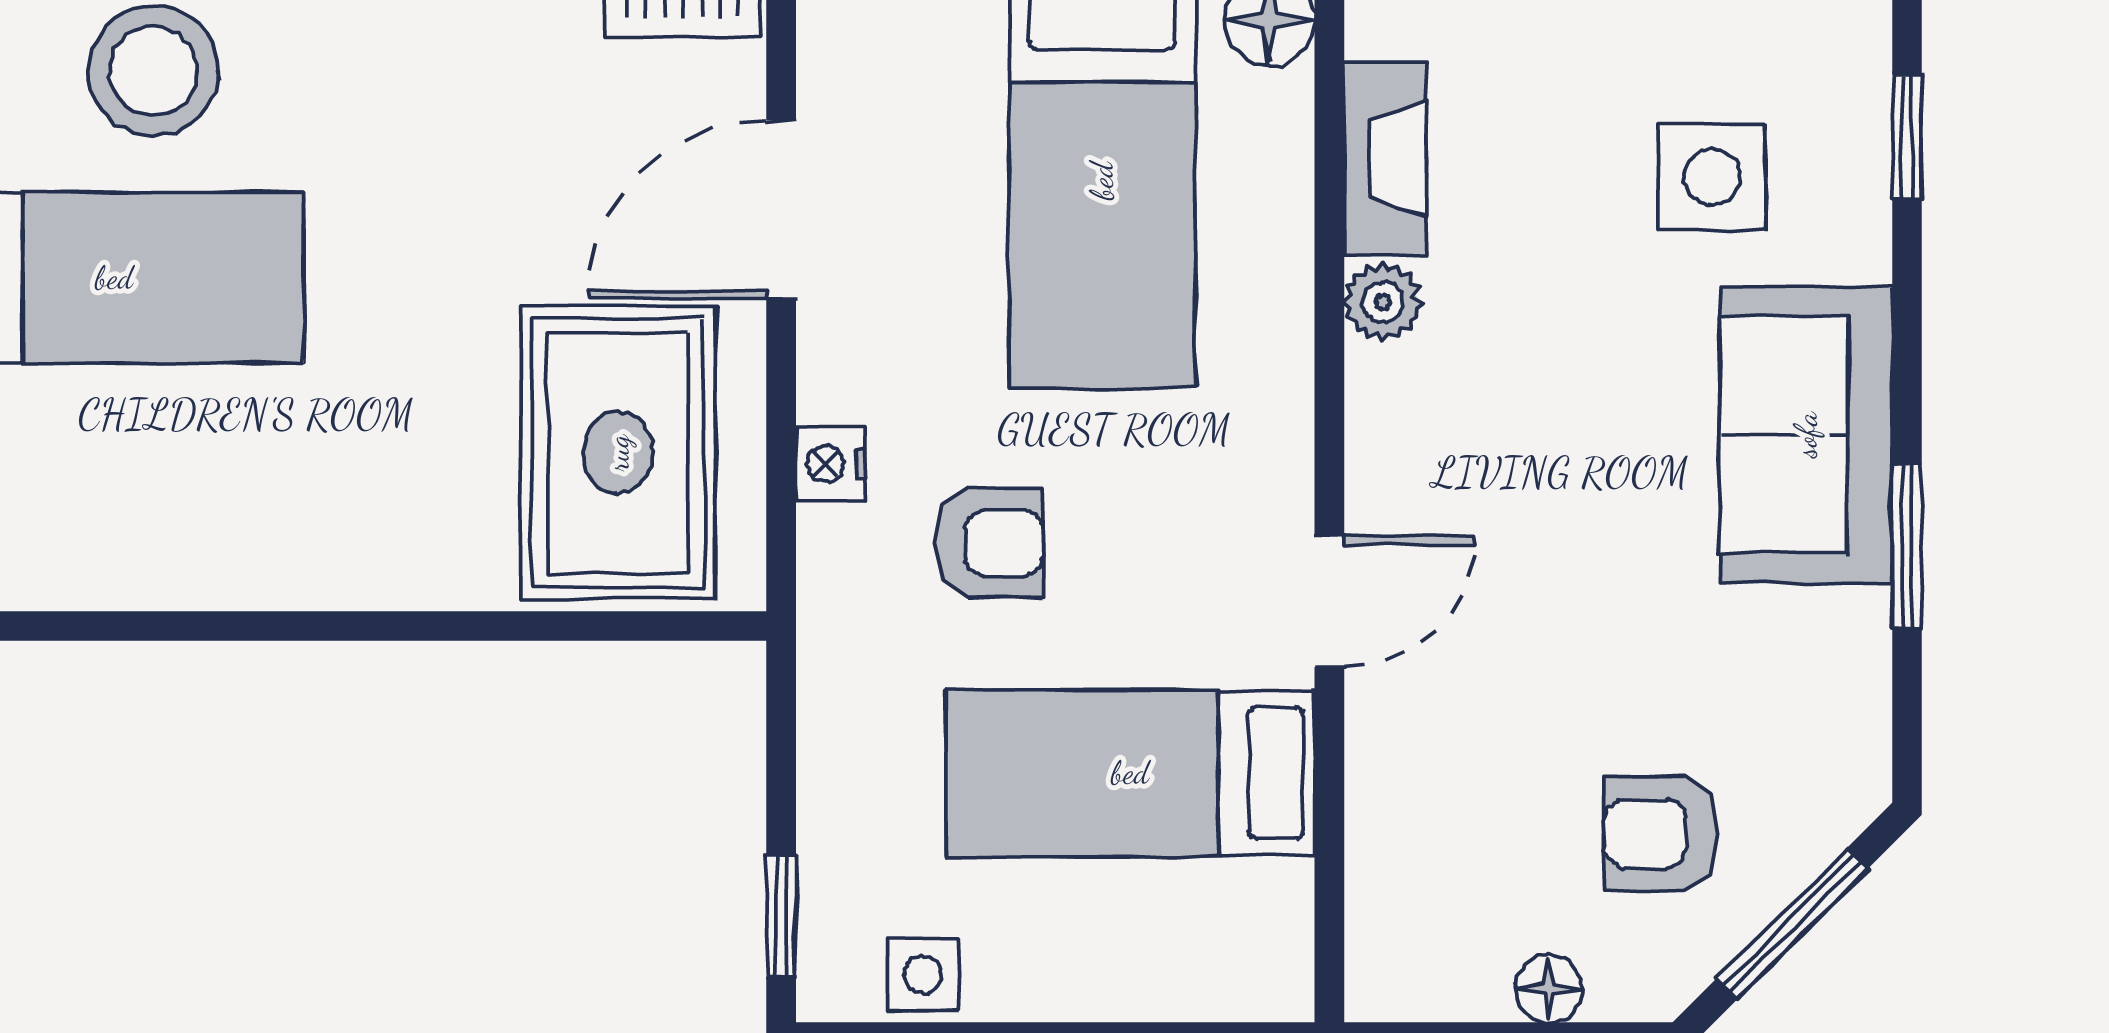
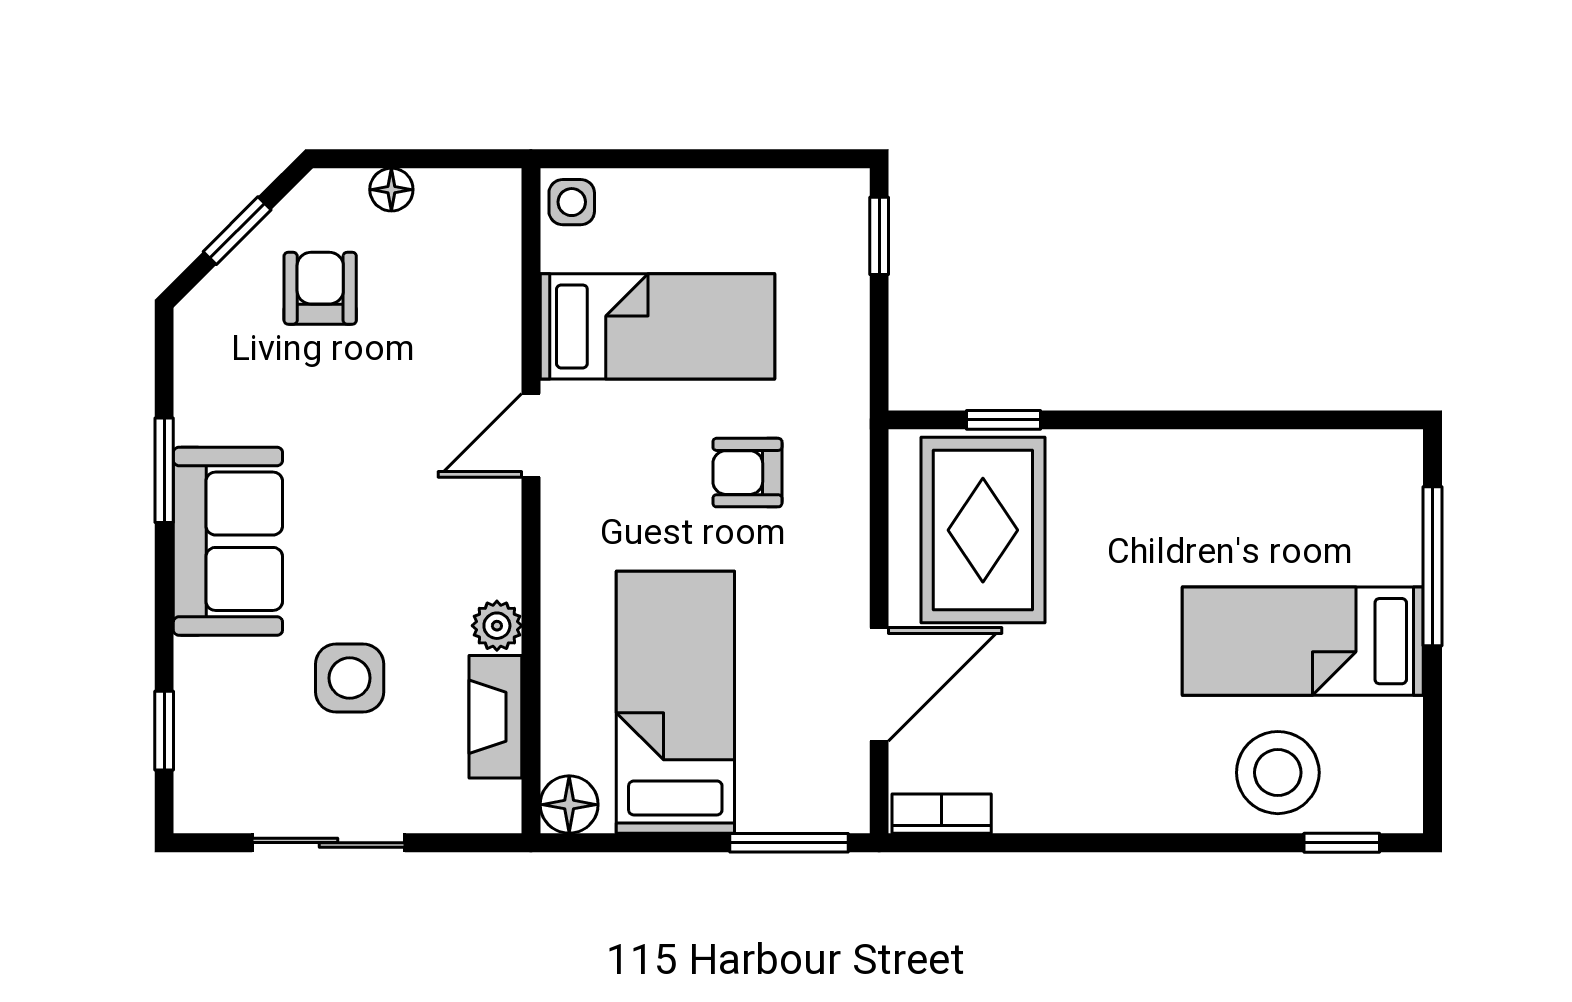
side table: (1712, 177) -> (350, 678), moved
nightstand: (831, 464) -> (848, 523), removed
window: (585, 626) -> (1004, 420), added
armchair: (1661, 833) -> (320, 288), turned -90
window: (1792, 924) -> (237, 231), width x0.67
side table: (923, 974) -> (572, 202), moved

